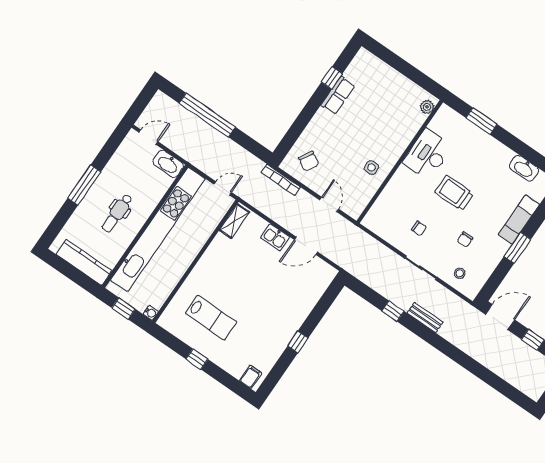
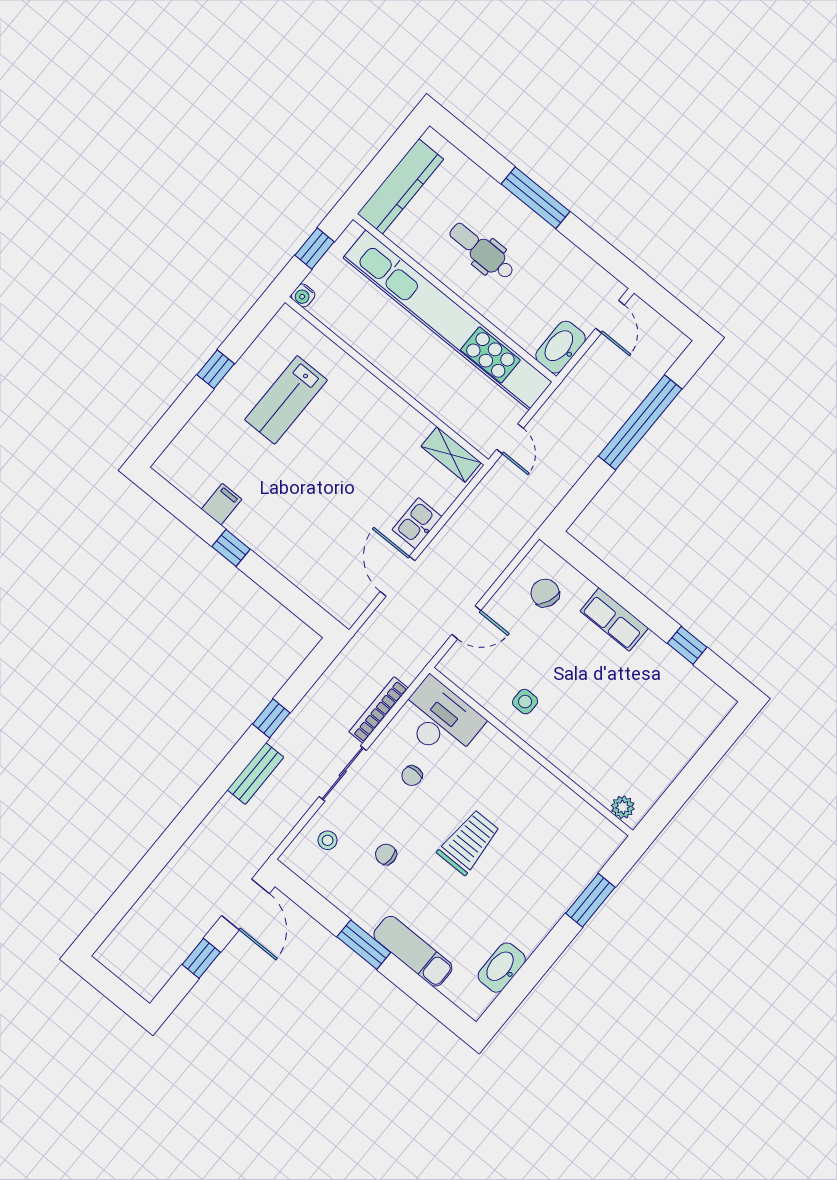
row of seats: (338, 95) -> (614, 620), moved
desk: (428, 154) -> (440, 719), moved
chair: (309, 161) -> (545, 593), turned 83
bookcase: (281, 180) -> (379, 710), moved
filing cabinet: (251, 377) -> (222, 504), moved, turned -90

